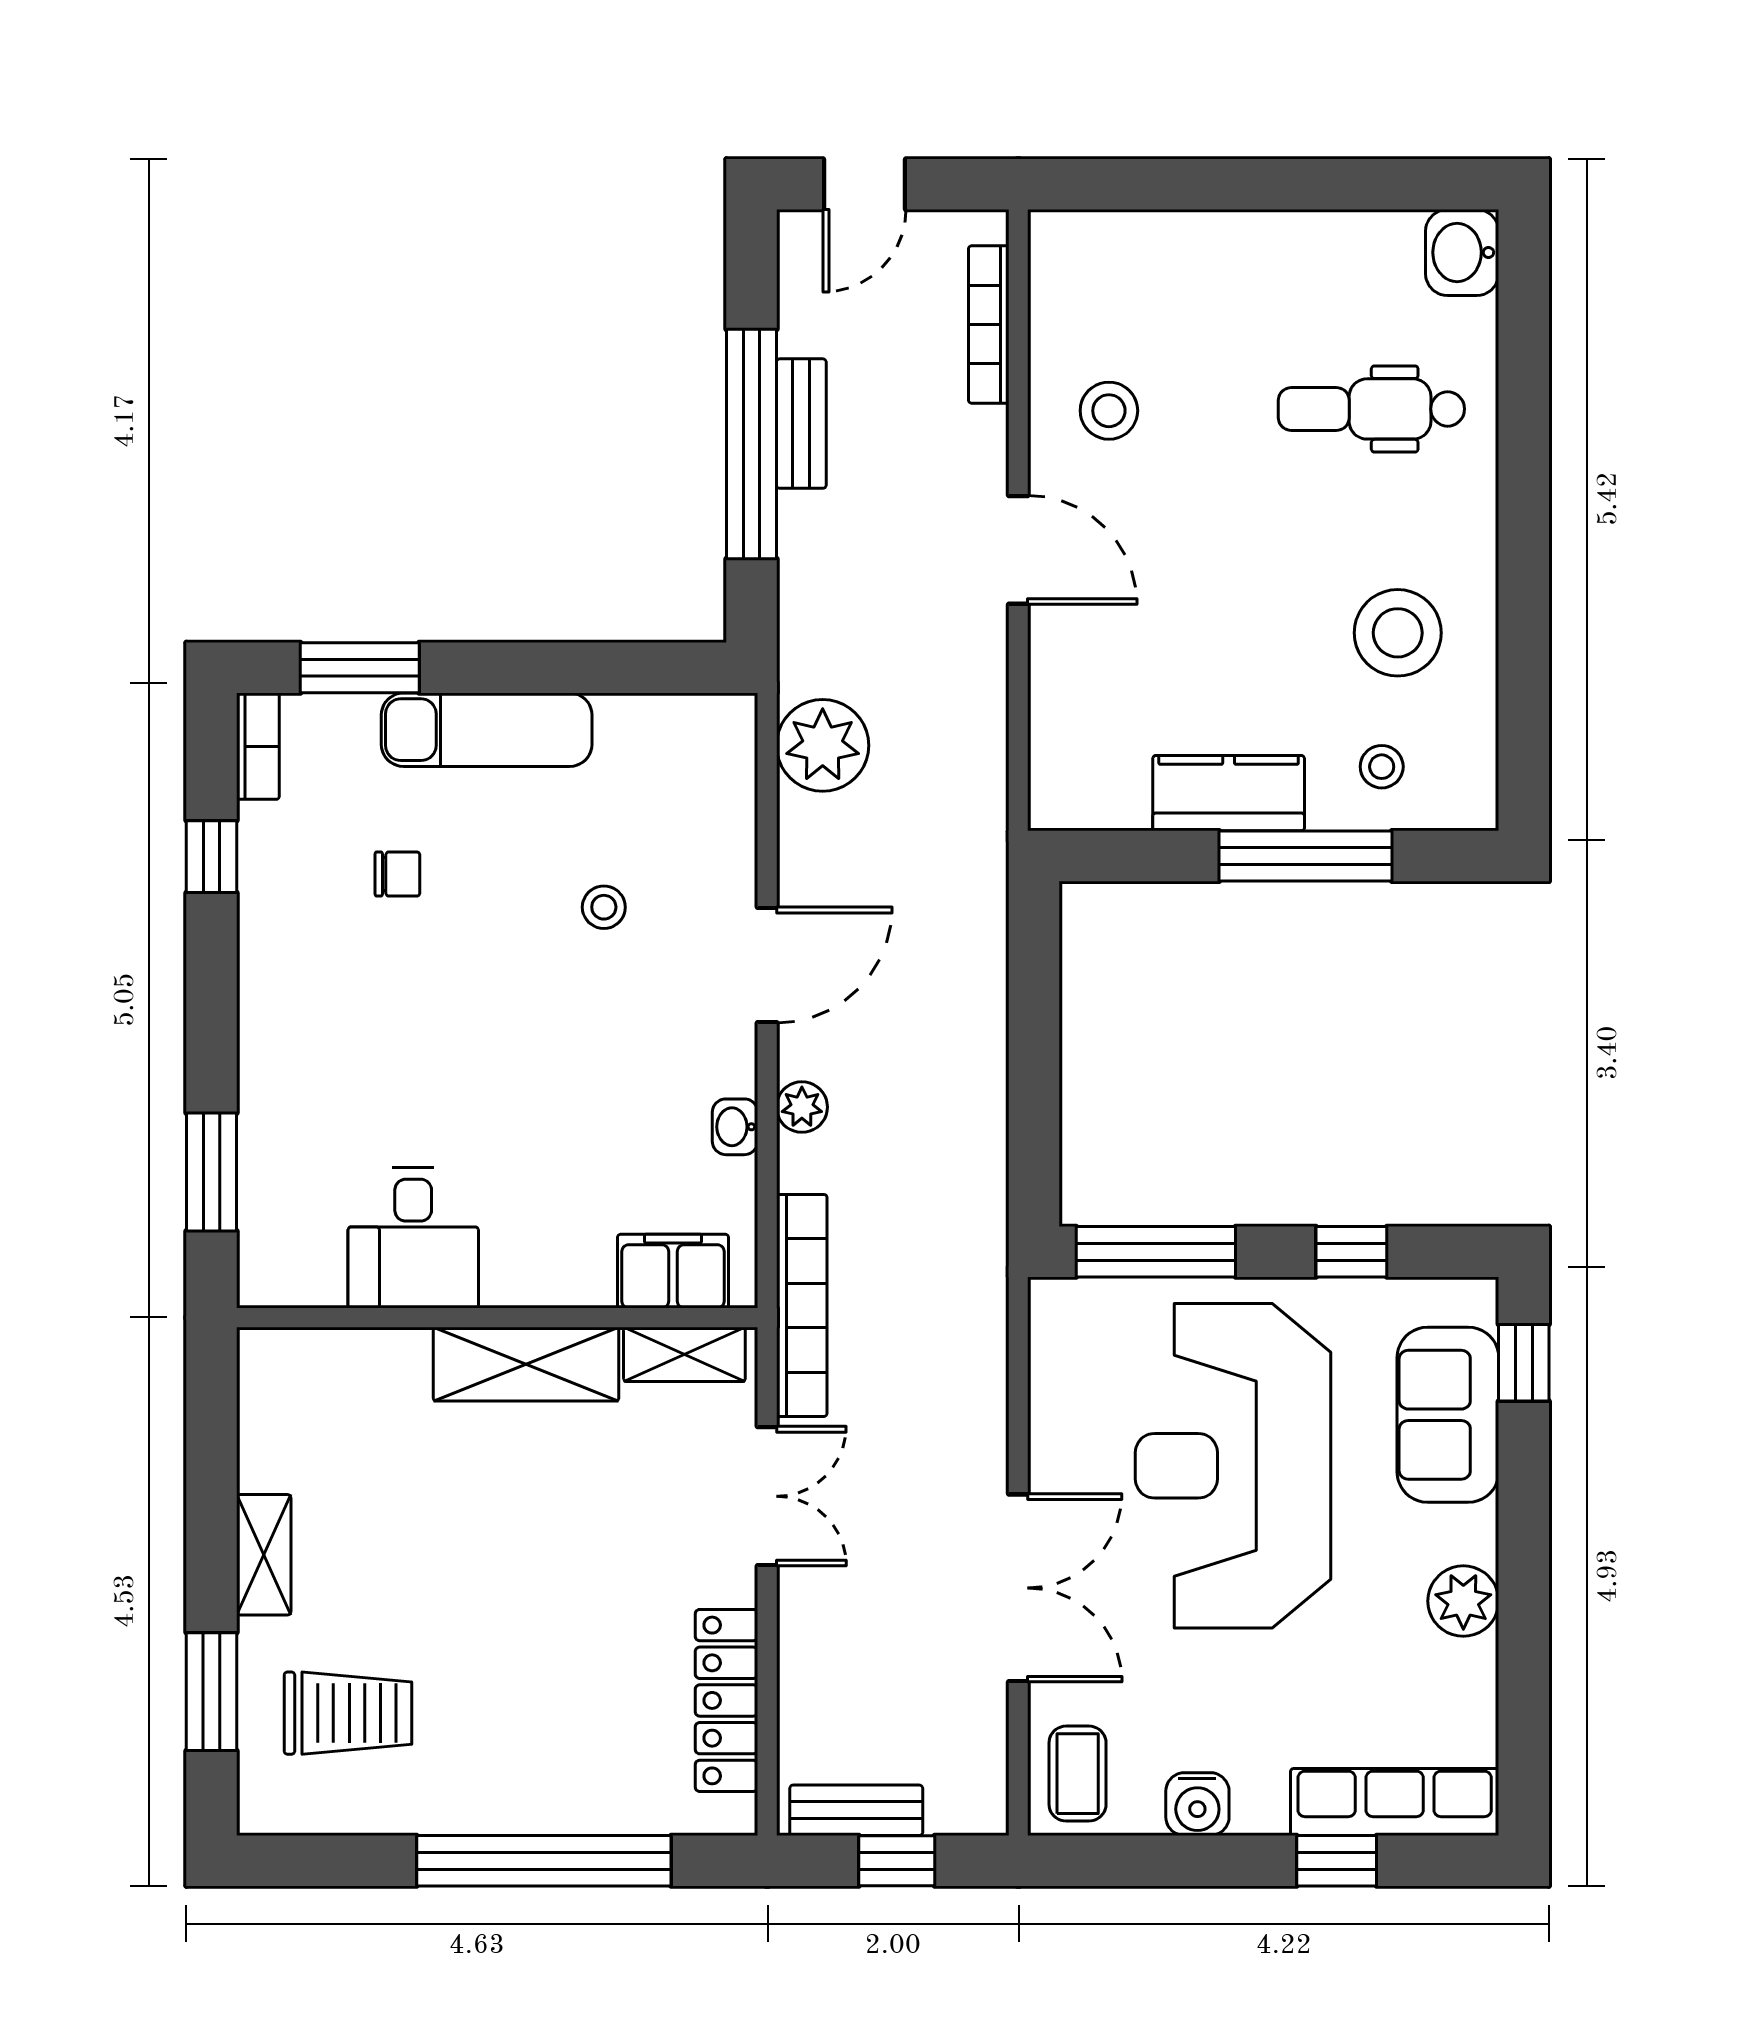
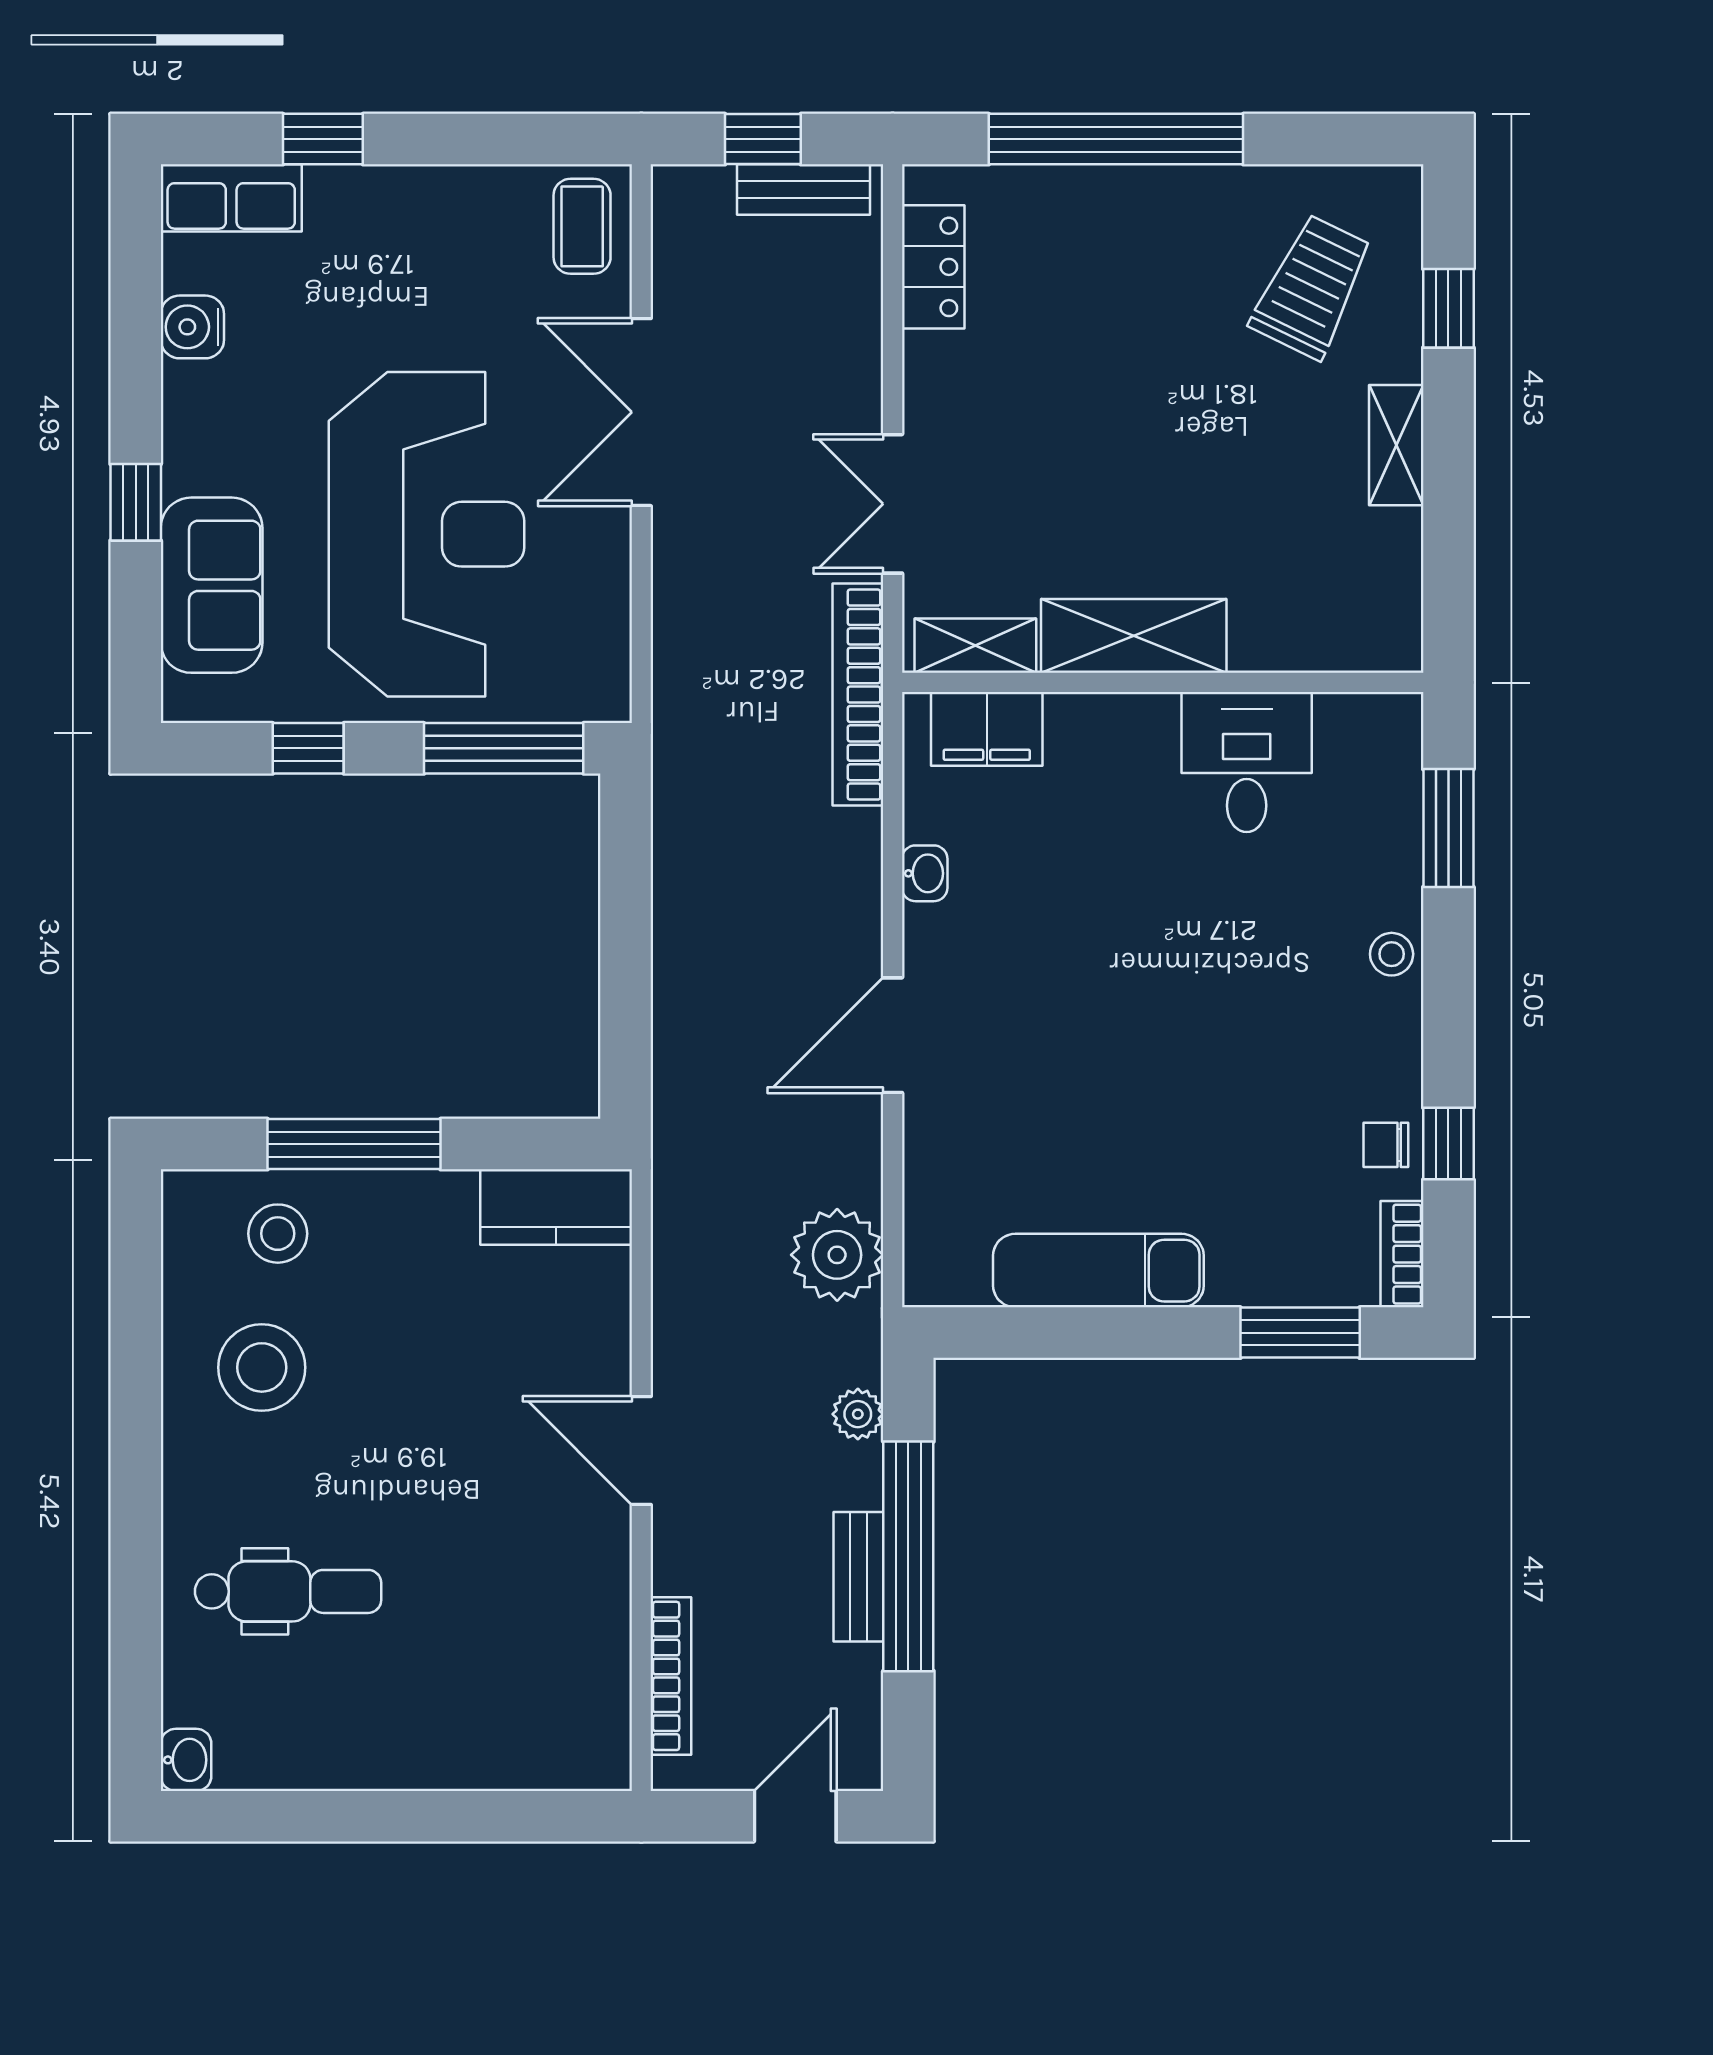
washbasin: (1462, 252) -> (186, 1760), width x0.72, depth x0.69
stool: (1109, 411) -> (551, 1590), removed
exam couch: (487, 730) -> (1098, 1271), moved
stool: (1382, 767) -> (278, 1234), width x1.37, depth x1.37
kitchen counter: (1229, 793) -> (556, 1207), moved
chair: (397, 874) -> (1386, 1145), moved
stool: (604, 907) -> (1392, 954), moved
plant: (802, 1107) -> (858, 1414), moved
window: (1524, 1363) -> (136, 502), moved
plant: (1463, 1601) -> (196, 399), removed
window: (211, 1692) -> (1448, 308), width x0.67
locker: (727, 1700) -> (933, 267), width x0.66
trolley: (348, 1713) -> (1312, 287), turned 116
row of seats: (1395, 1802) -> (231, 198), width x0.68
water cooler: (1197, 1804) -> (192, 327), moved, turned -90

